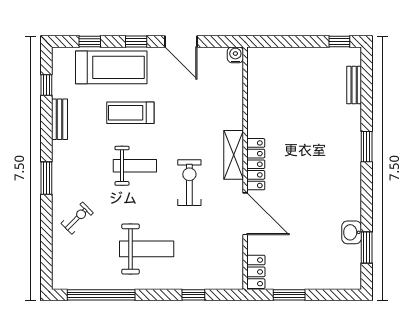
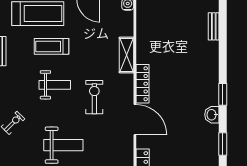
window: (367, 147) -> (223, 94), moved
shelving: (234, 155) -> (126, 55), moved
washbasin: (352, 232) -> (212, 115), moved

